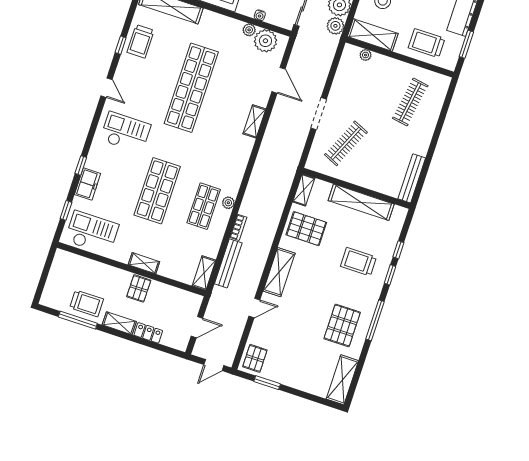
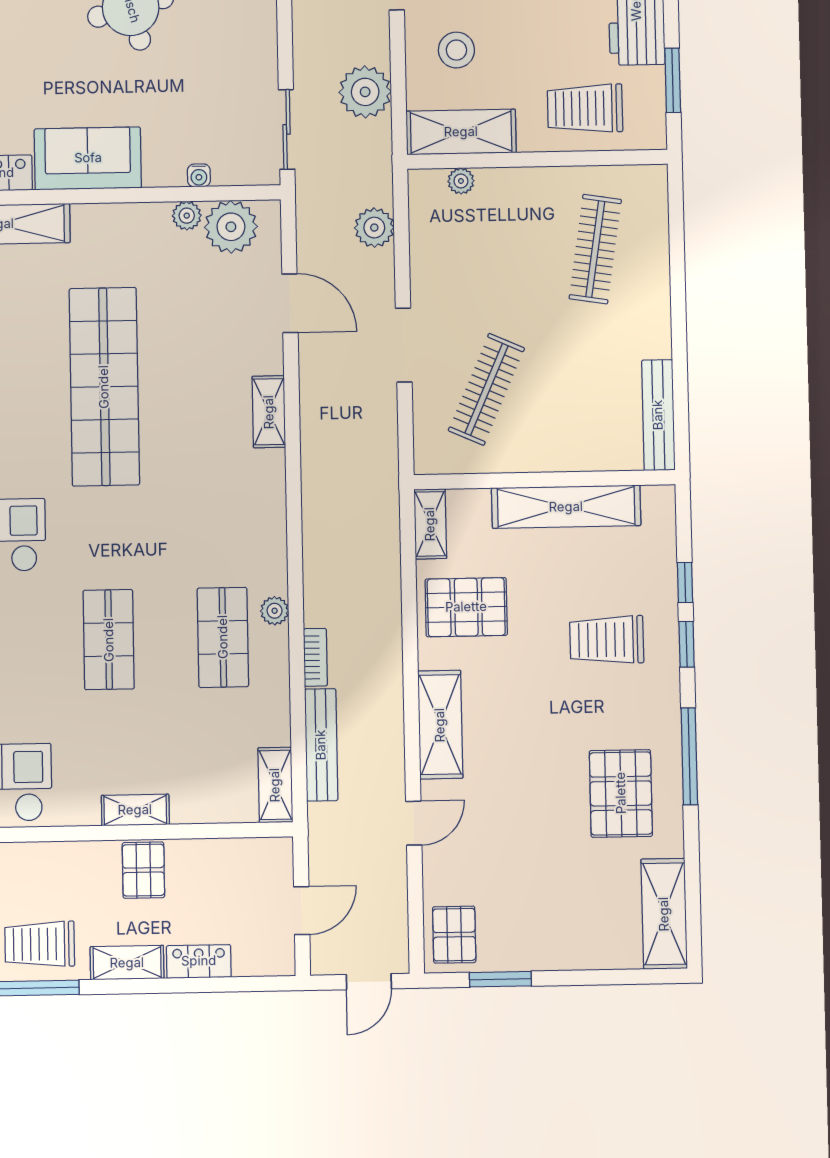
plant: (335, 26) -> (374, 228), moved
shop shelf: (157, 191) -> (109, 640), width x0.70, depth x0.74
trolley: (87, 303) -> (40, 944), turned 180

